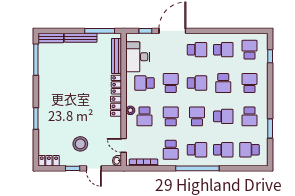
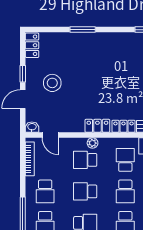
school desk: (171, 83) -> (125, 191), turned 90
school desk: (171, 116) -> (85, 191), turned 180
door: (124, 145) -> (50, 135), swing flipped
school desk: (171, 150) -> (45, 191), turned -90

